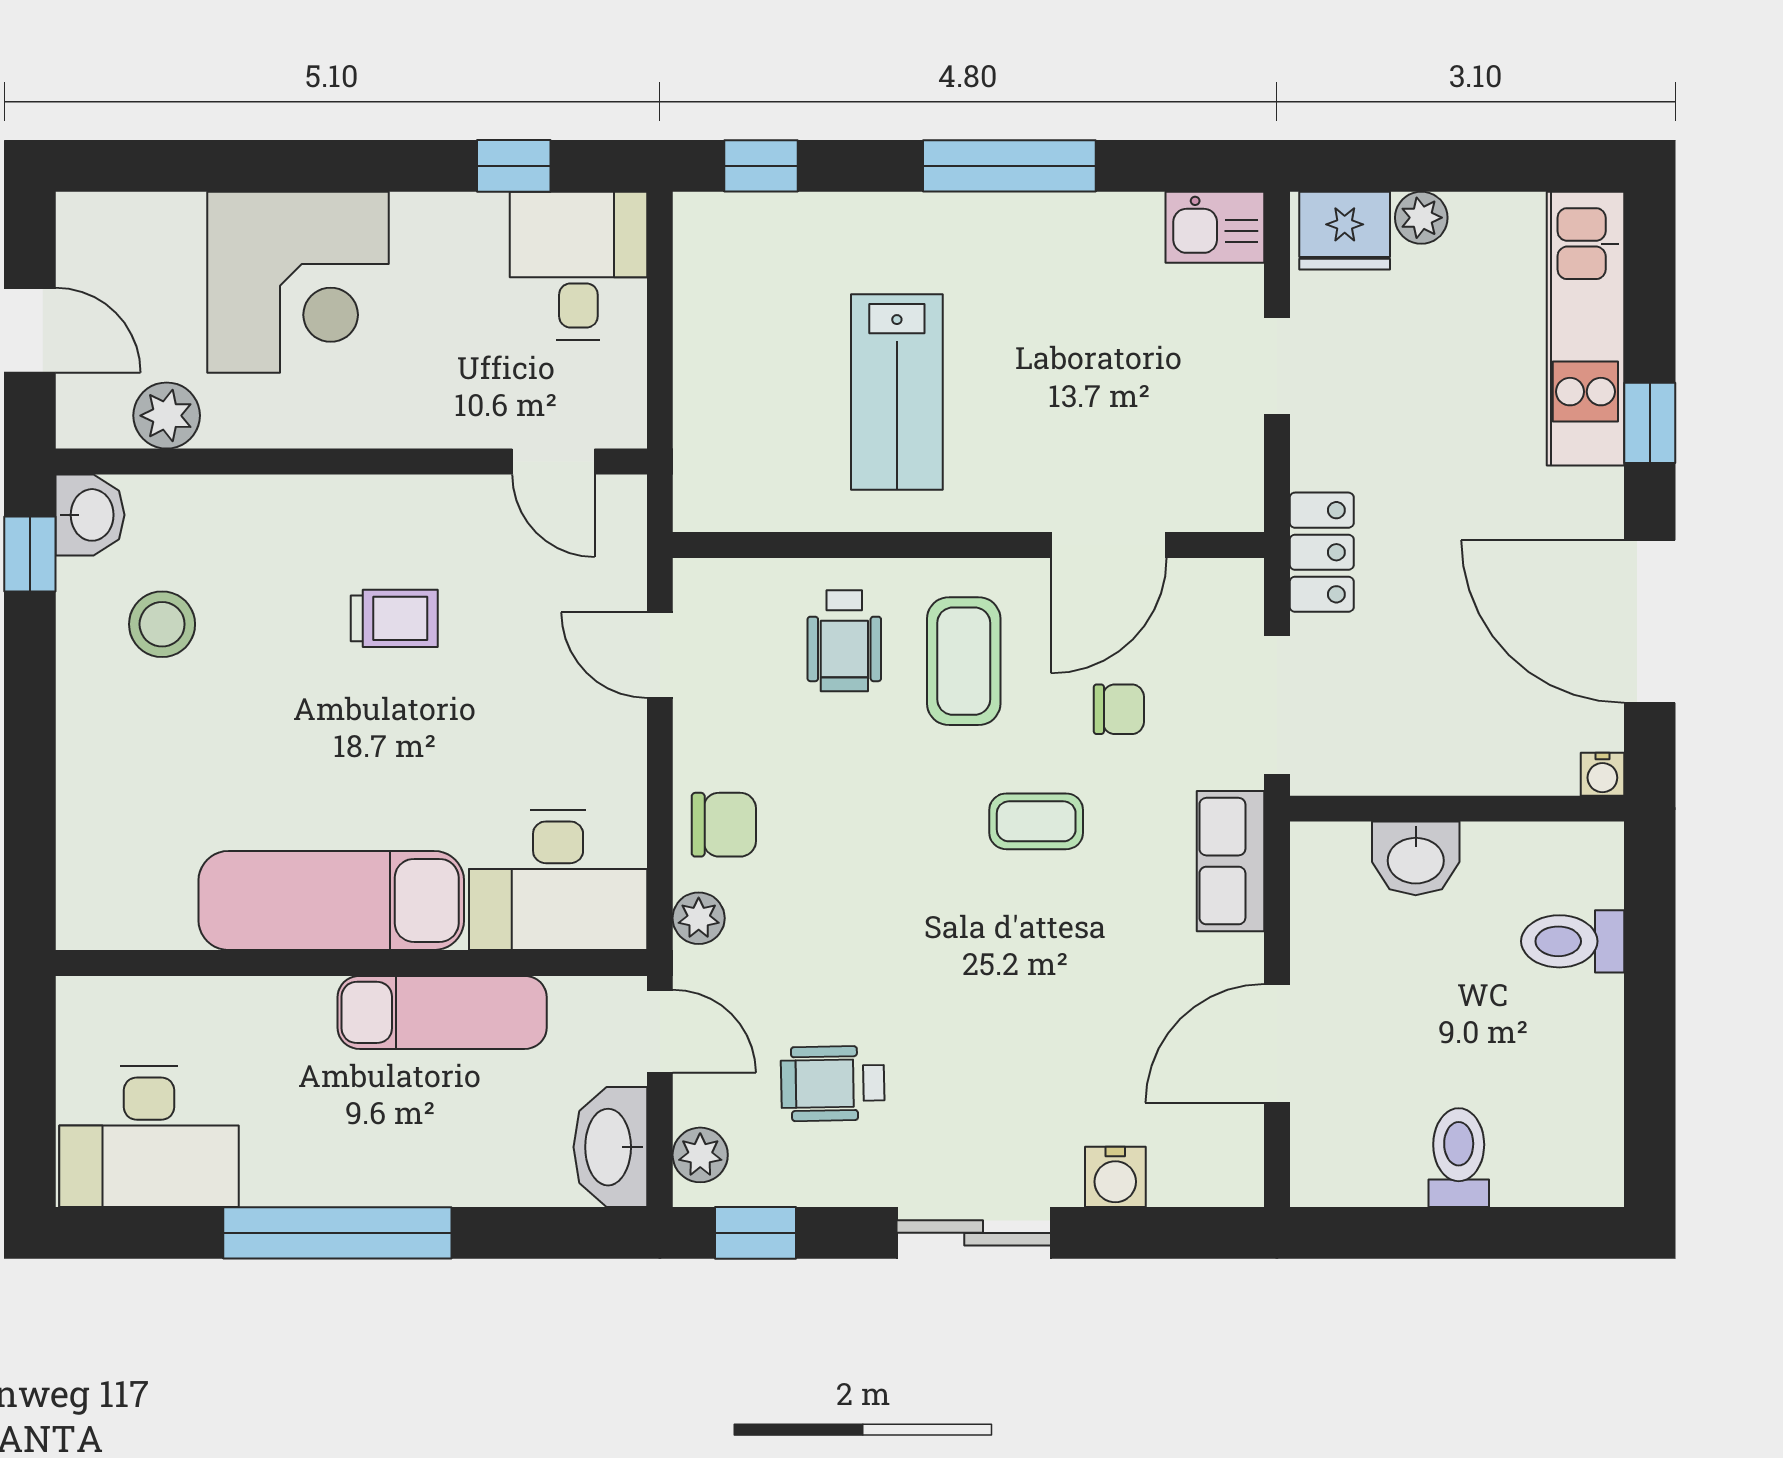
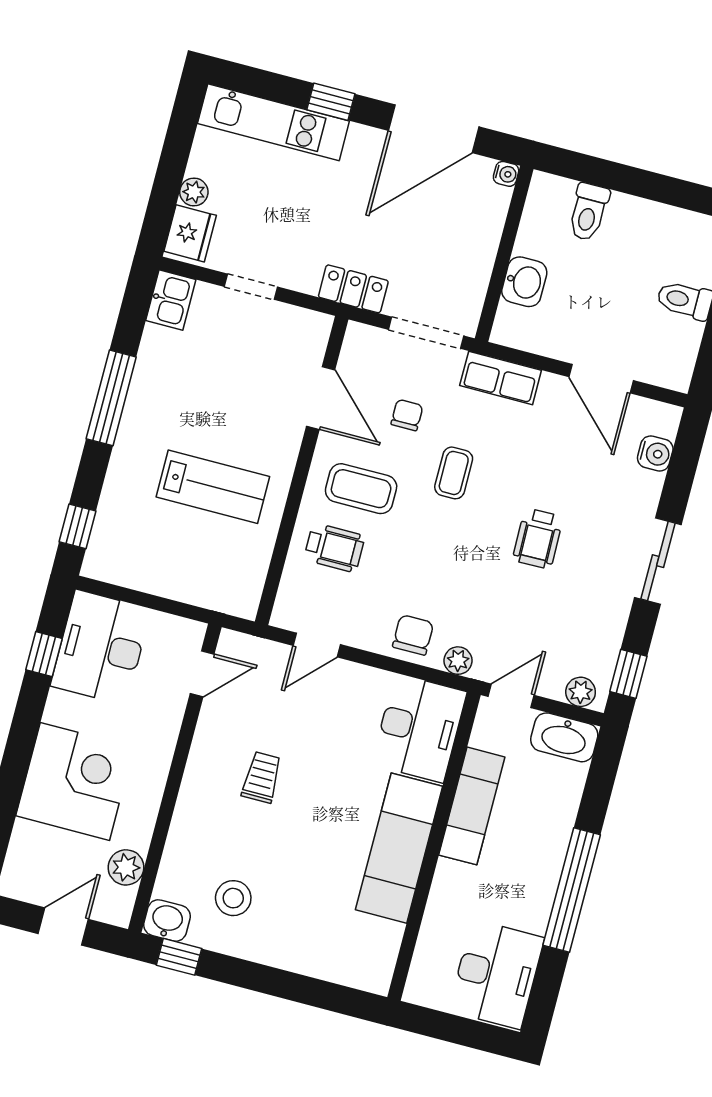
desk: (578, 266) -> (101, 647), width x1.37
wheelchair: (833, 1083) -> (538, 538), moved
water cooler: (1115, 1177) -> (655, 454), moved

